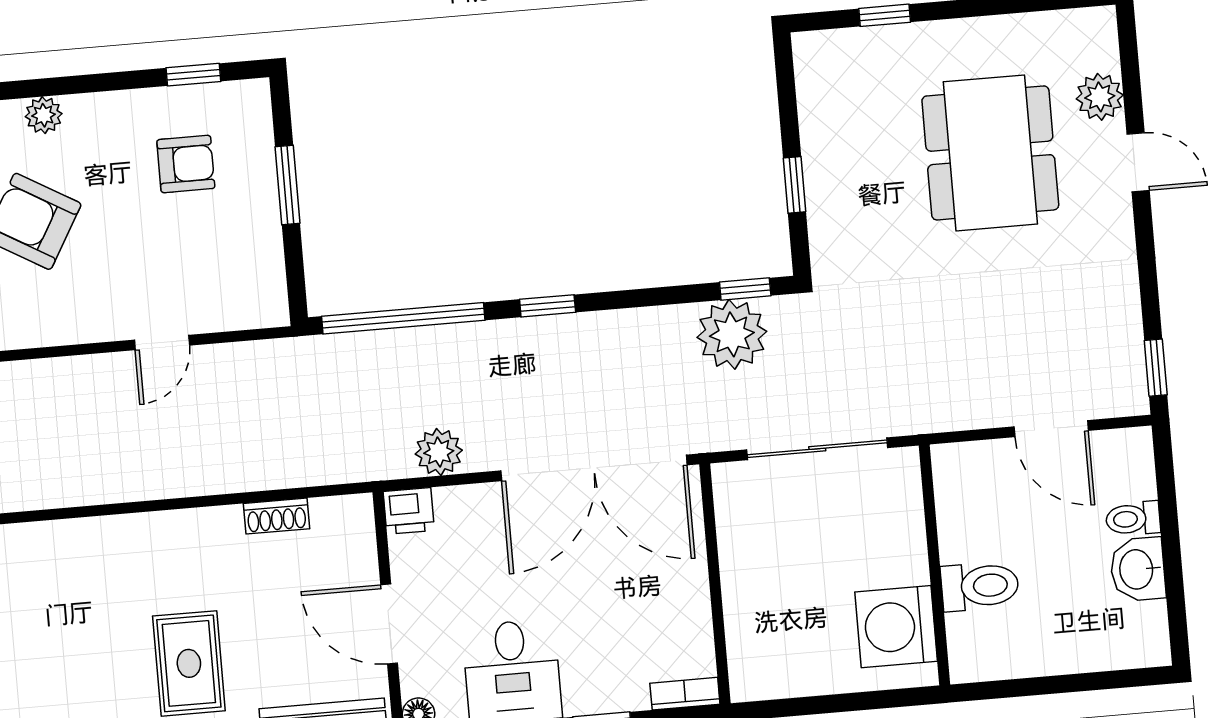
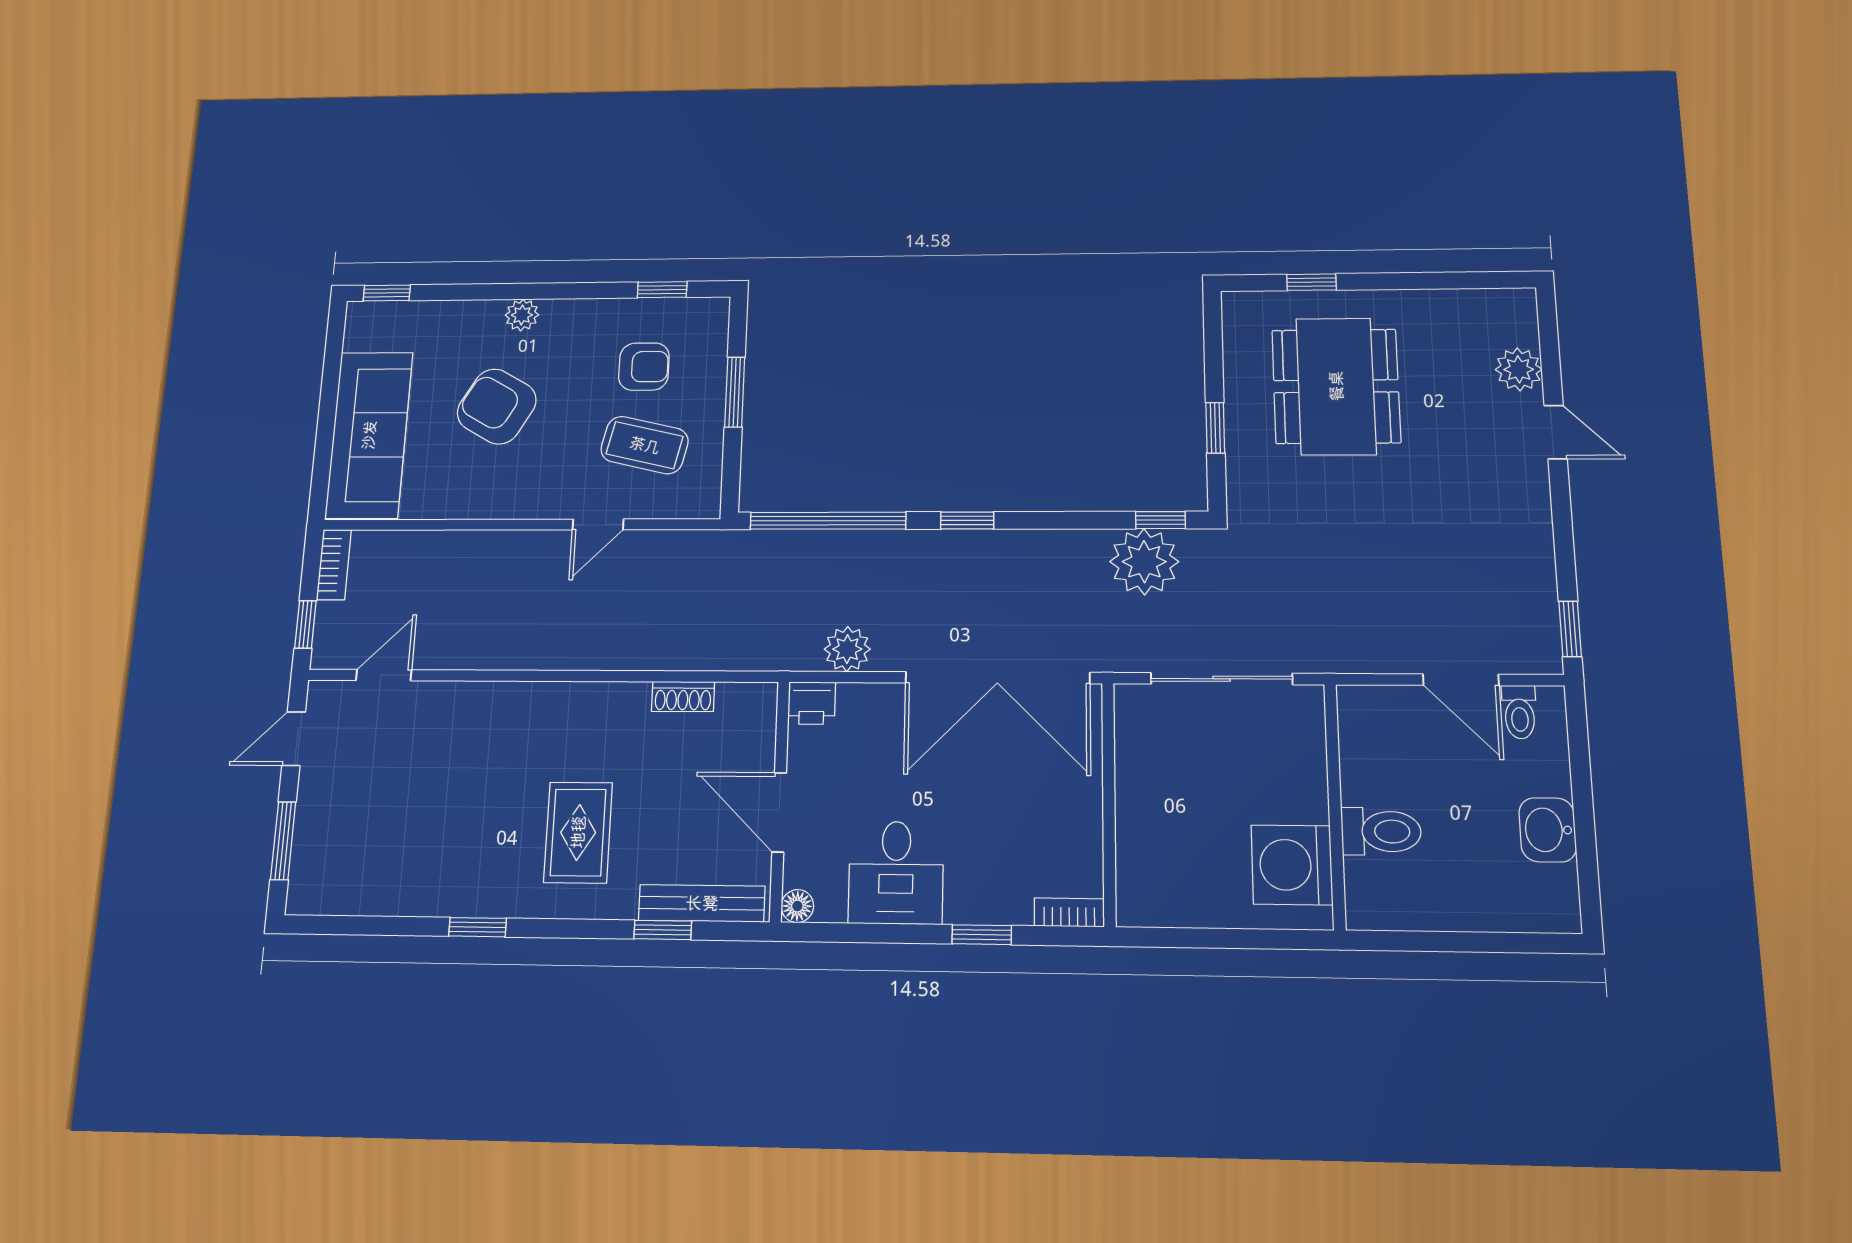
dining table: (990, 153) -> (1336, 386), moved
coffee table: (199, 252) -> (645, 445), added
toilet: (1133, 519) -> (1519, 712), moved, turned -90

